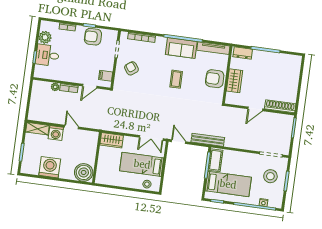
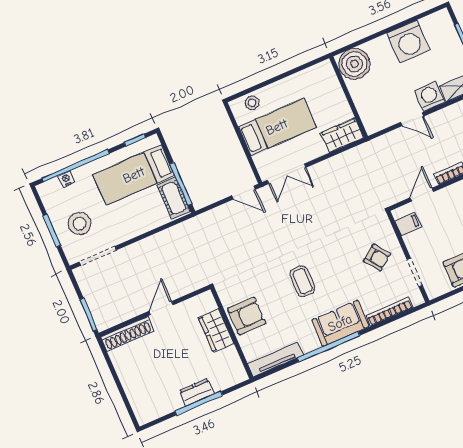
sofa: (181, 48) -> (340, 323), moved
dresser: (243, 53) -> (197, 392), moved
double door: (151, 138) -> (287, 174), swing flipped
bench: (208, 140) -> (203, 221), removed

